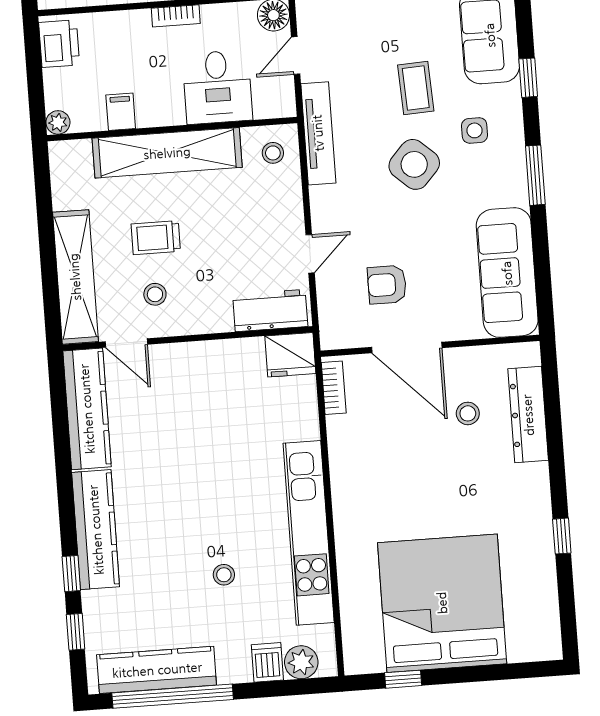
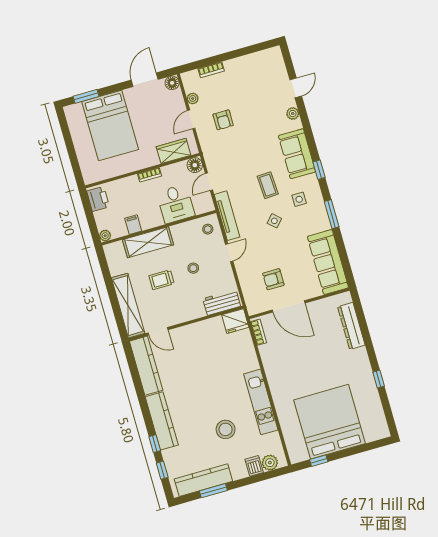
shelving: (167, 153) -> (148, 242), width x0.68
side table: (414, 164) -> (274, 221), width x0.54, depth x0.54
door: (310, 254) -> (229, 253), moved
stool: (155, 294) -> (193, 268), moved
stool: (468, 413) -> (323, 331), removed
kitchen unit: (309, 533) -> (261, 402), width x0.73
stool: (224, 575) -> (226, 429), width x1.89, depth x1.89
window: (173, 696) -> (213, 491), width x0.47

